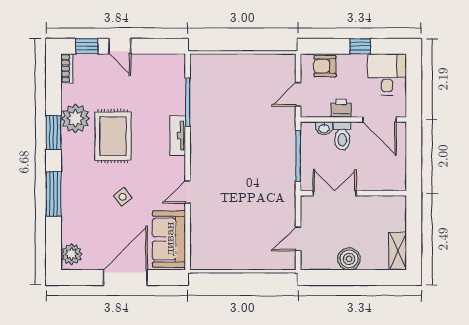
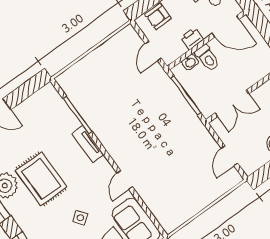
double door: (335, 193) -> (232, 103), swing flipped

